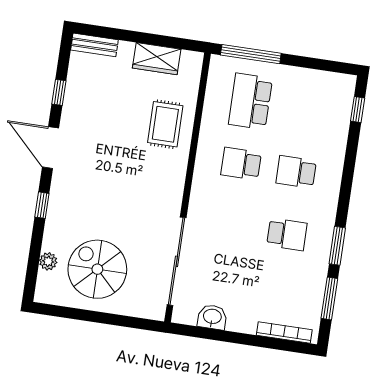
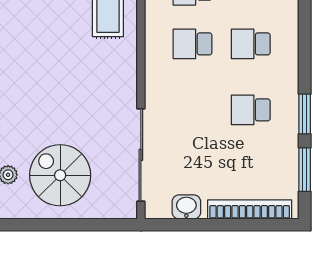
school desk: (287, 234) -> (251, 110), turned 180
bookcase: (284, 332) -> (250, 210), width x1.48, depth x1.31

